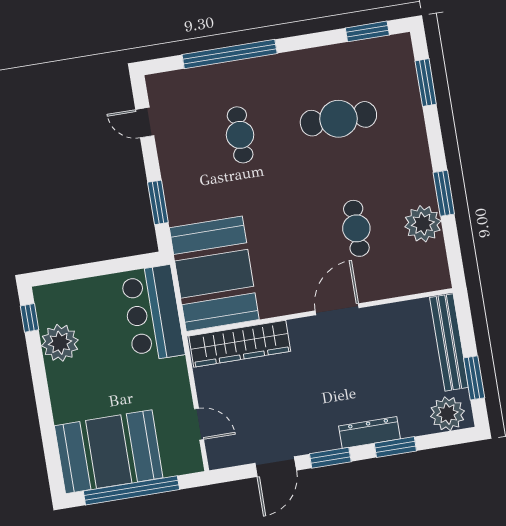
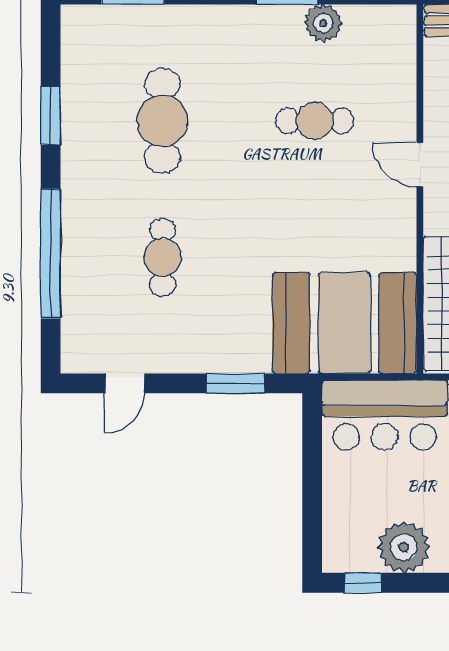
window: (367, 31) -> (51, 116), moved
cafe table: (240, 135) -> (162, 257), turned 90
plant: (423, 224) -> (323, 23), width x0.73, depth x0.73
door: (337, 309) -> (420, 165), width x0.73

